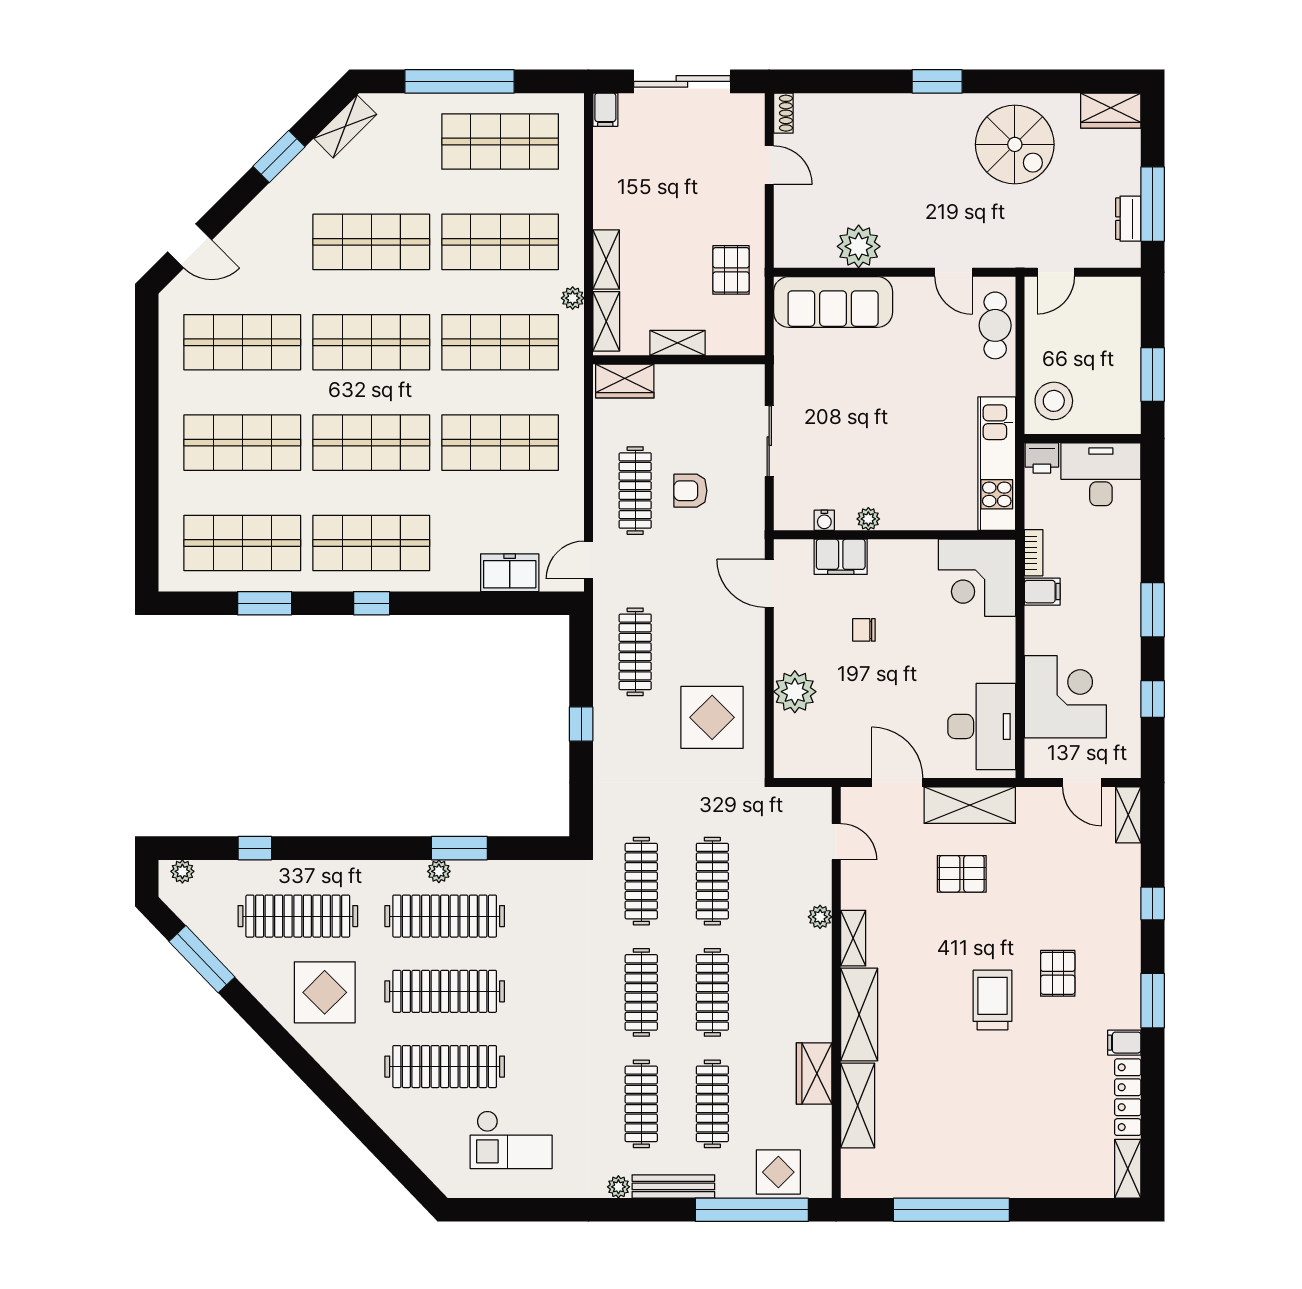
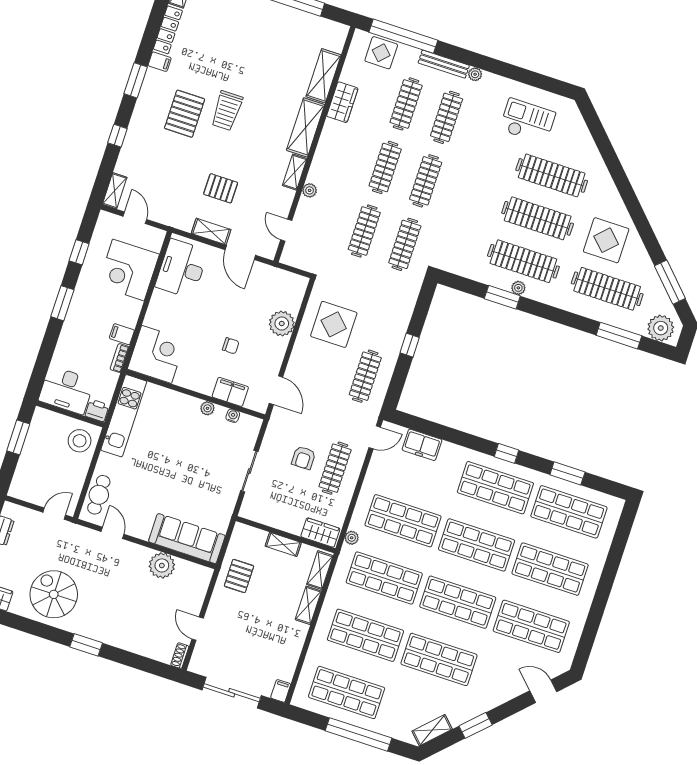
plant: (573, 298) -> (352, 538), moved
armchair: (690, 491) -> (304, 458), turned 90
shelving: (970, 805) -> (211, 231), width x0.67, depth x0.75
window: (255, 848) -> (619, 336), width x2.17
plant: (182, 871) -> (661, 328), width x1.88, depth x1.88
pallet: (1058, 973) -> (185, 114), width x1.50, depth x1.42

